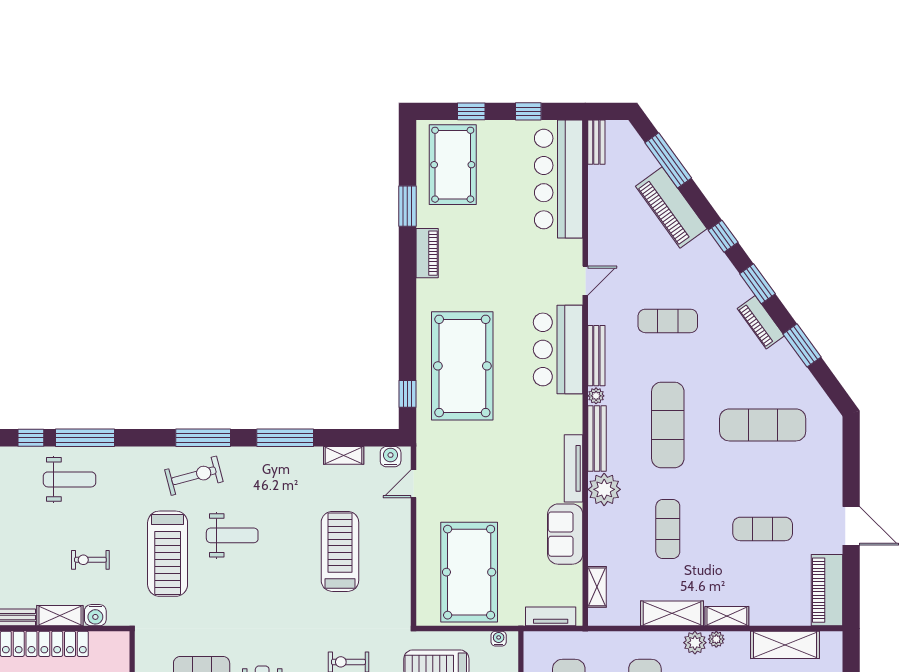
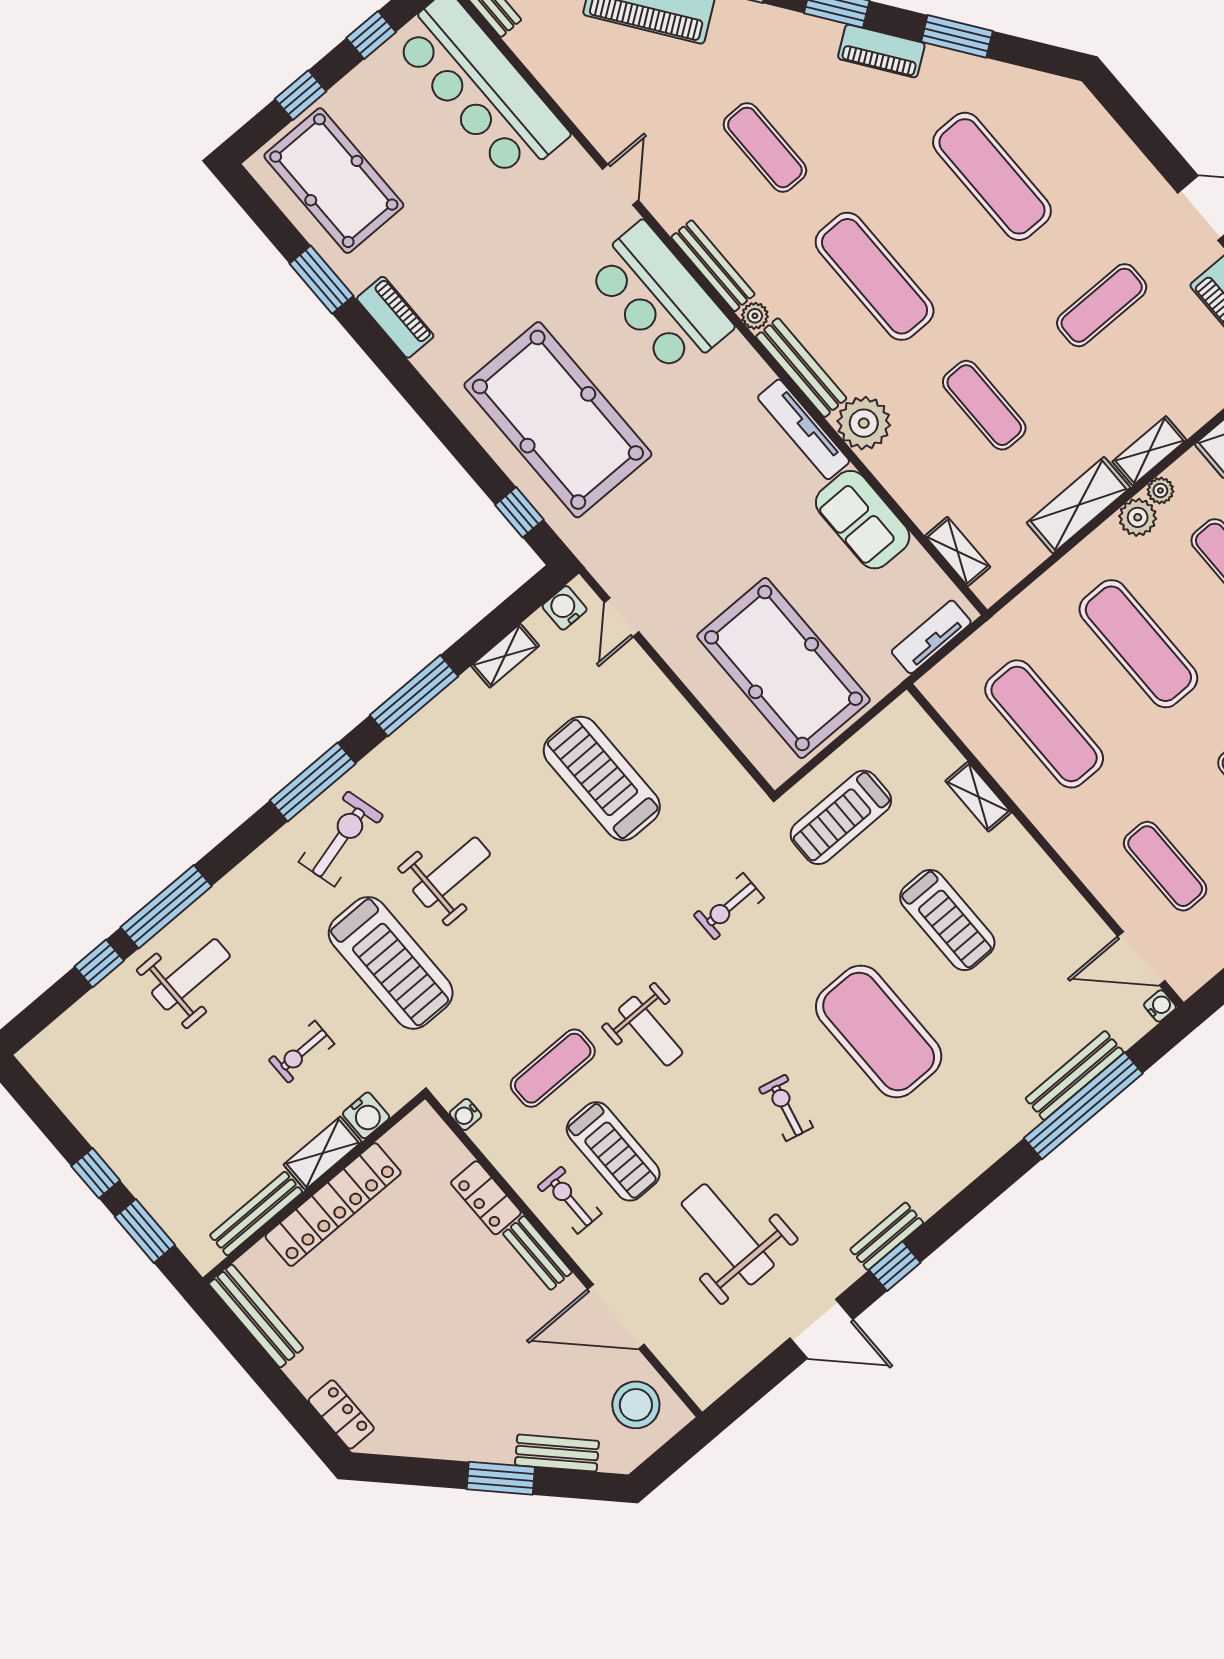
exercise mat: (668, 321) -> (765, 147), turned 90
exercise mat: (763, 425) -> (992, 176), turned 90
water cooler: (499, 639) -> (465, 1115), moved, turned -90

